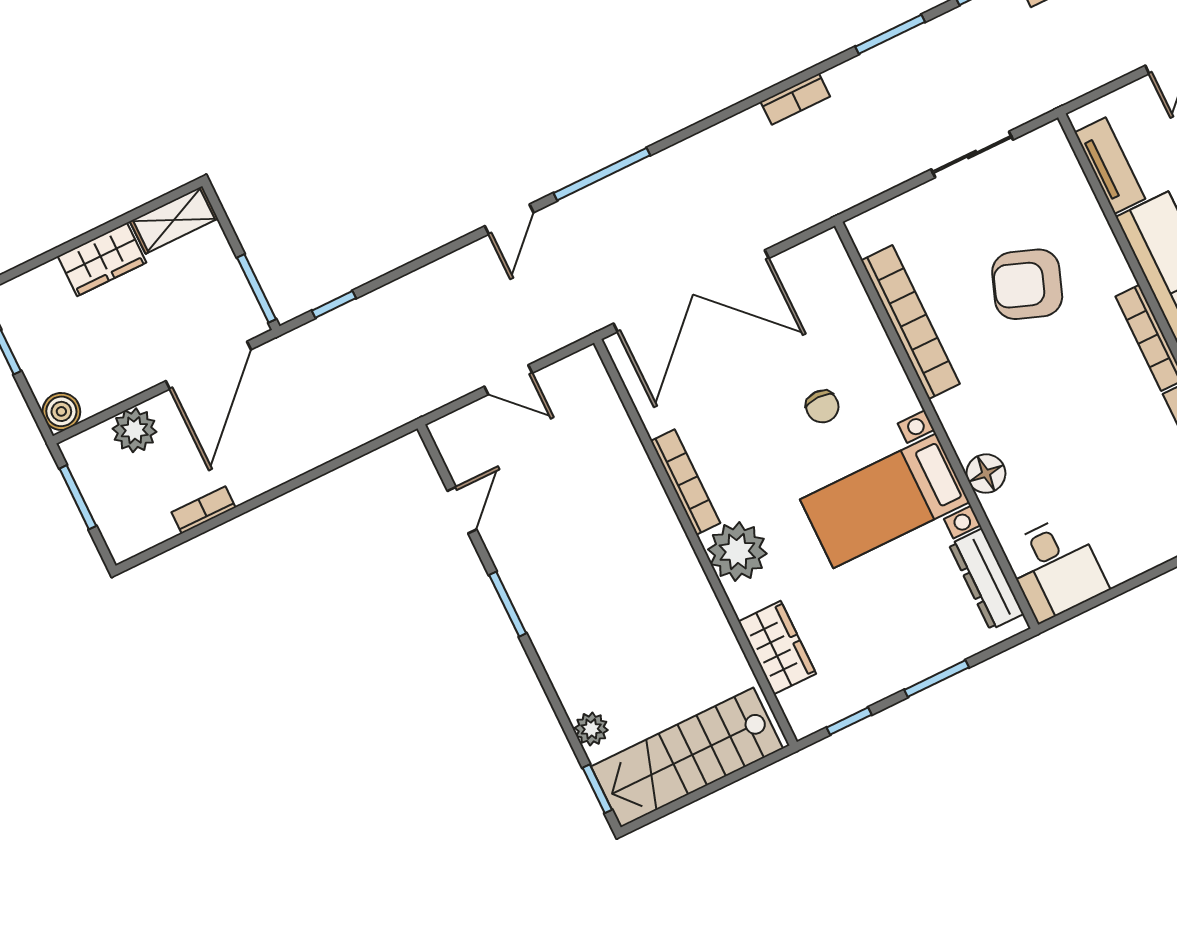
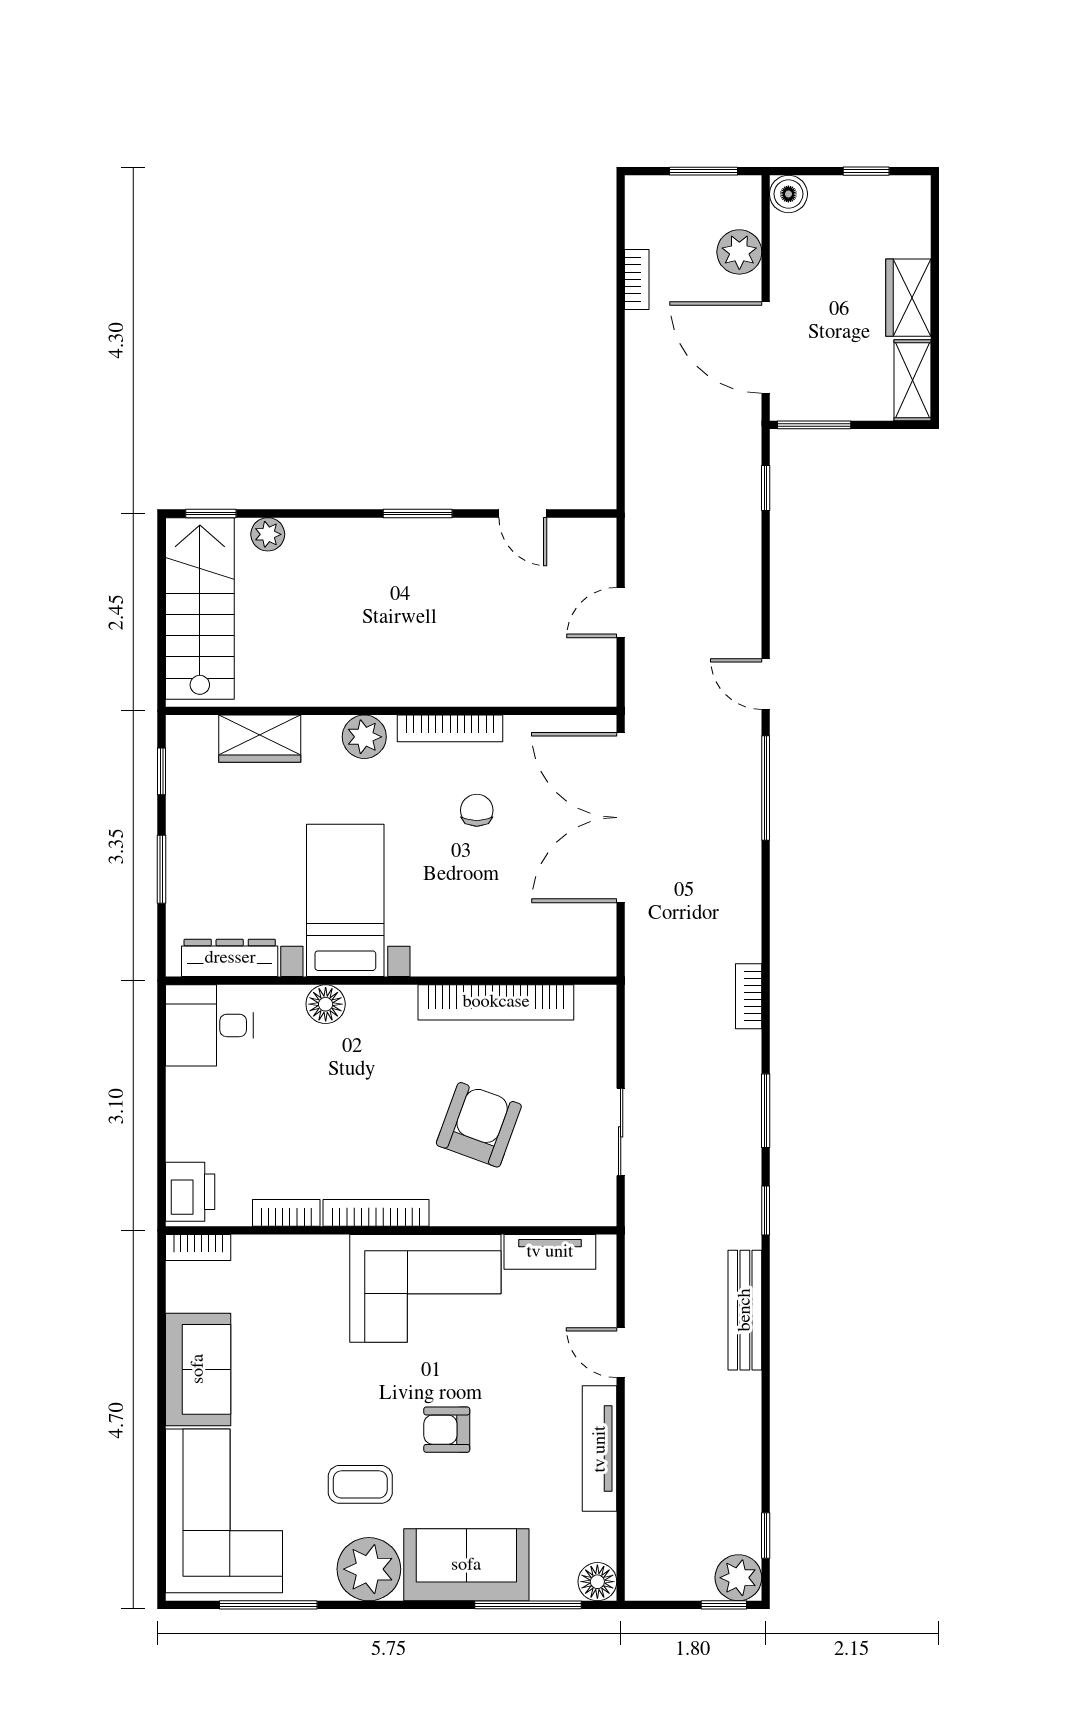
chair: (822, 407) -> (477, 810), moved, turned 90
plant: (737, 551) -> (364, 737), width x0.73, depth x0.73

